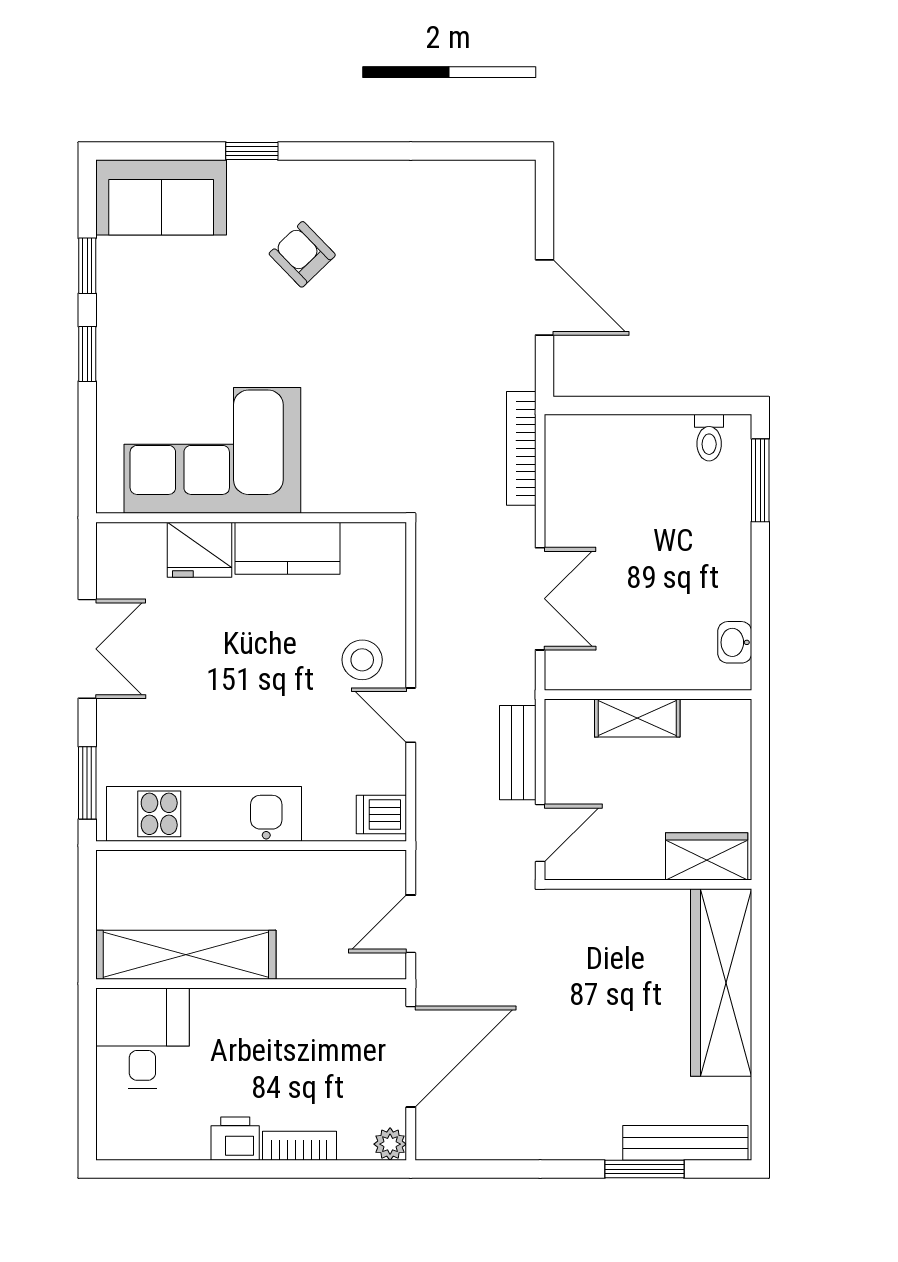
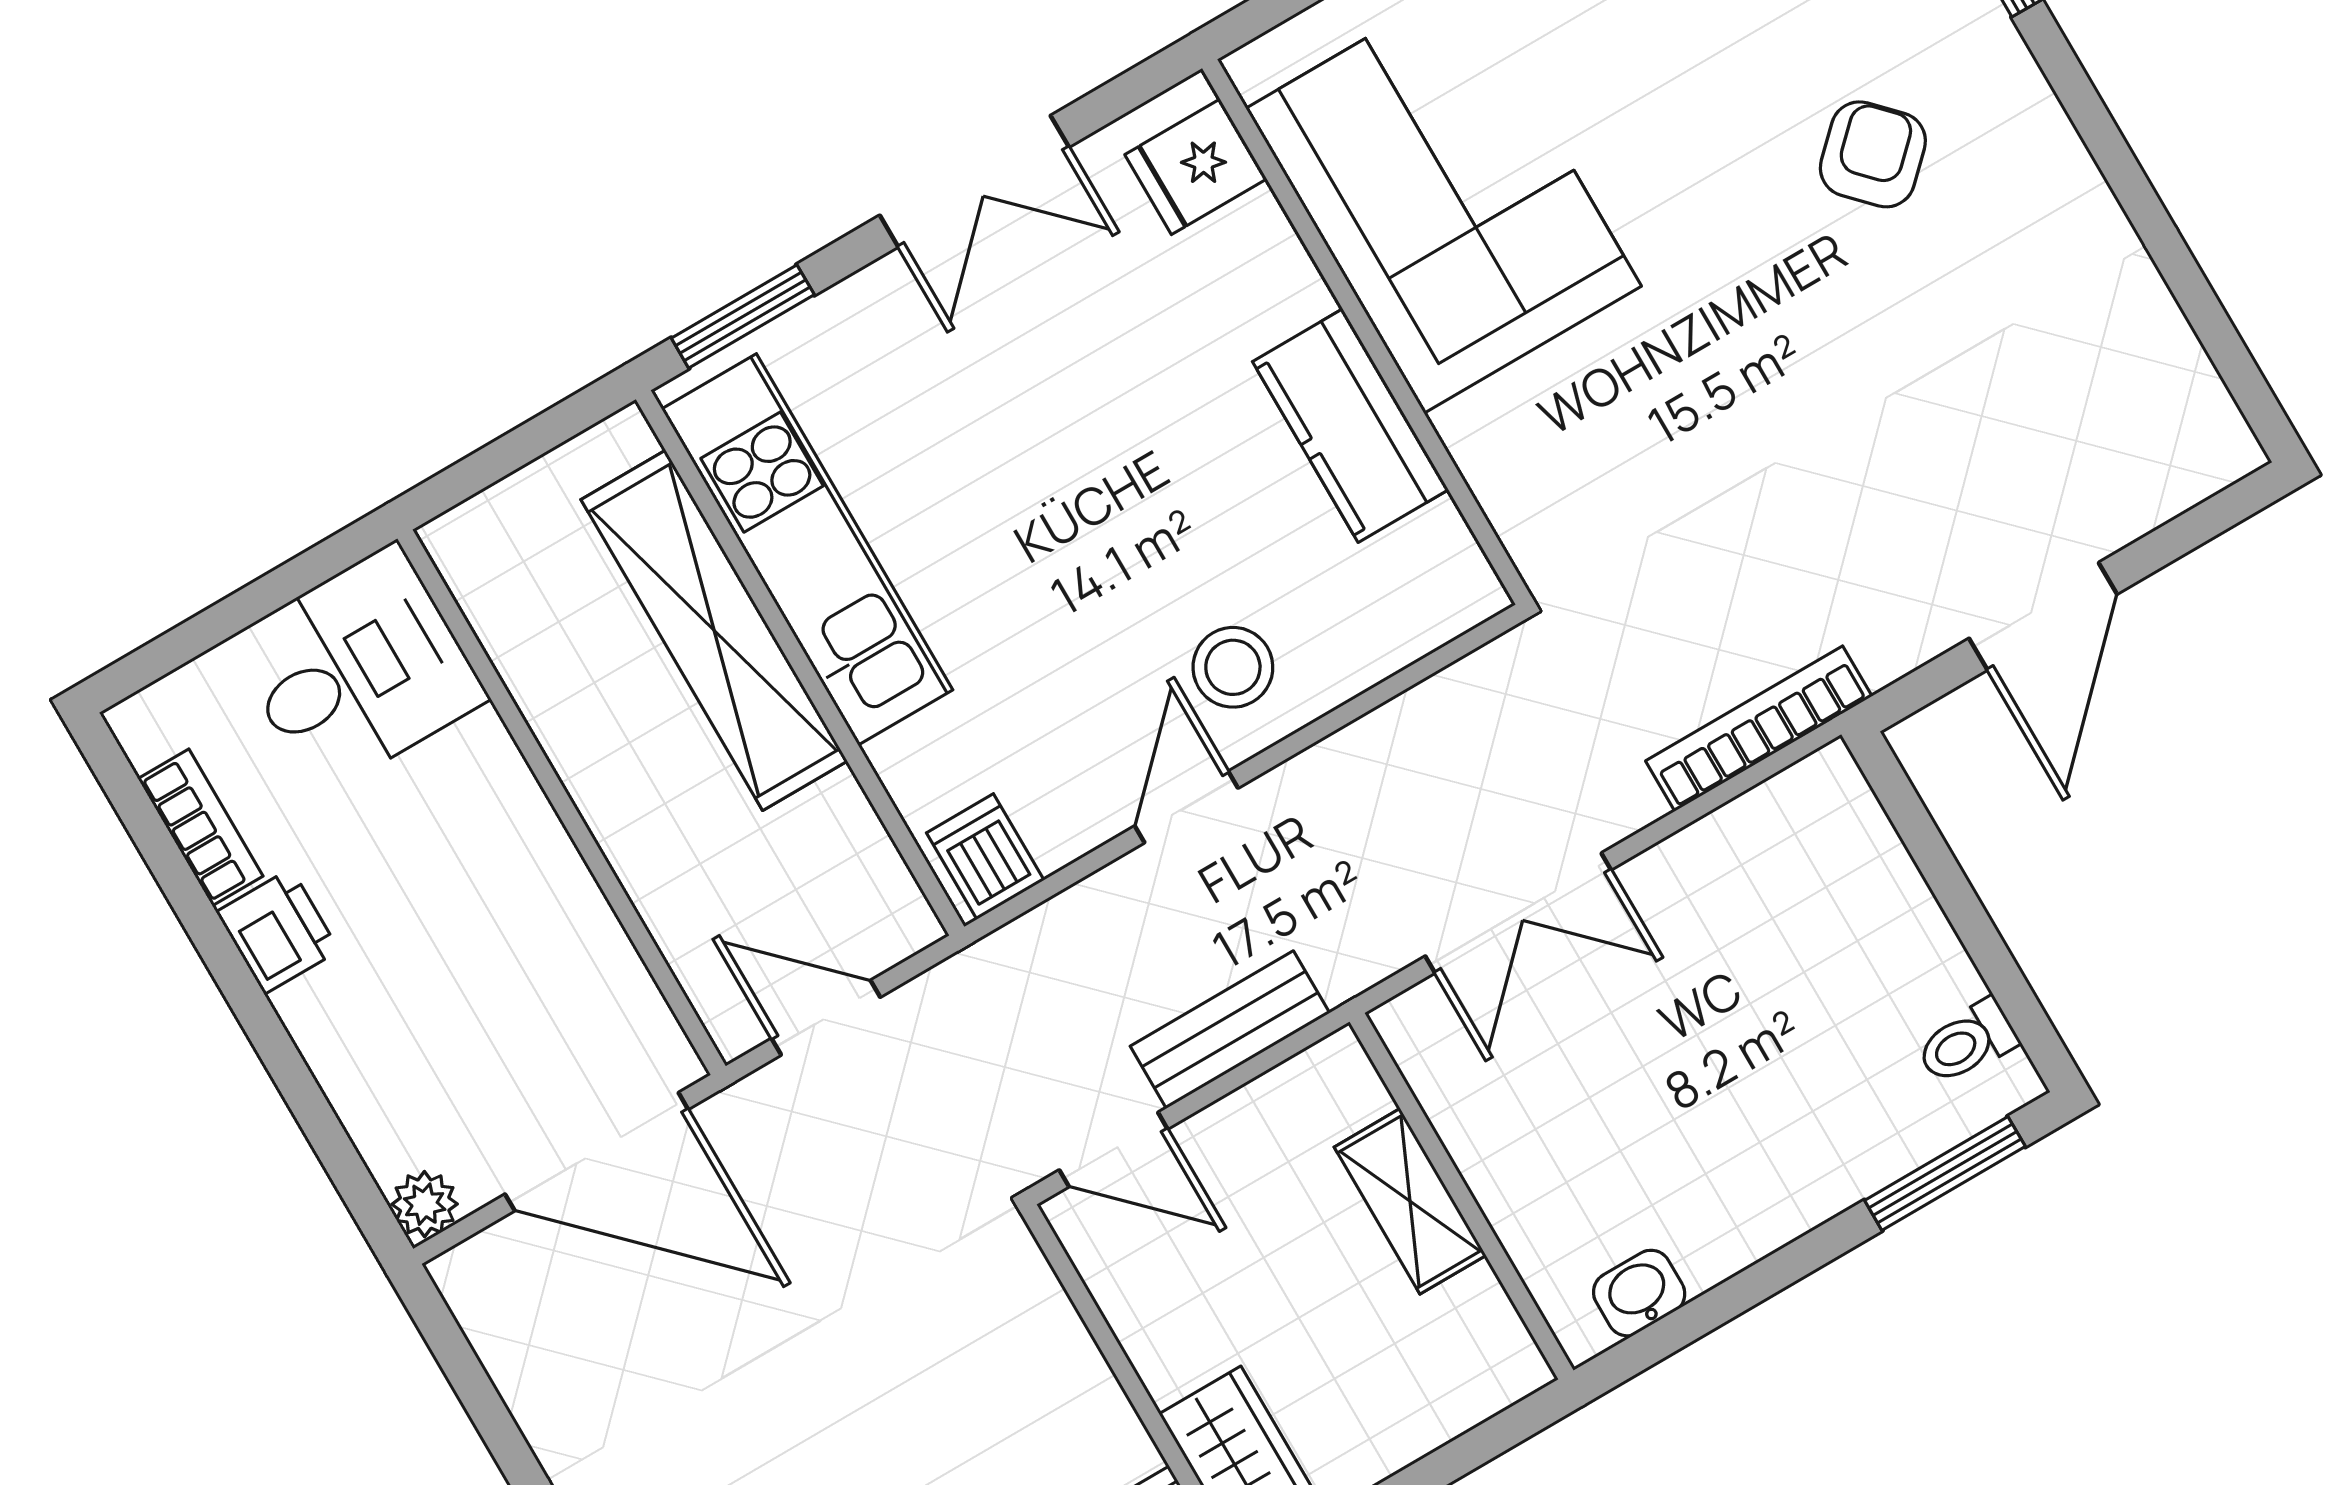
fridge: (200, 550) -> (1196, 167), moved, width x0.72
shelving: (186, 955) -> (714, 630), moved
bookcase: (299, 1146) -> (201, 827), moved

